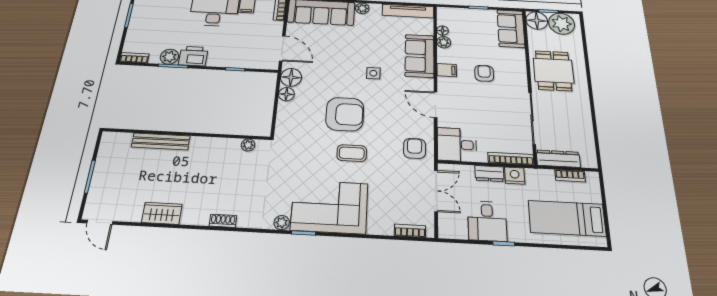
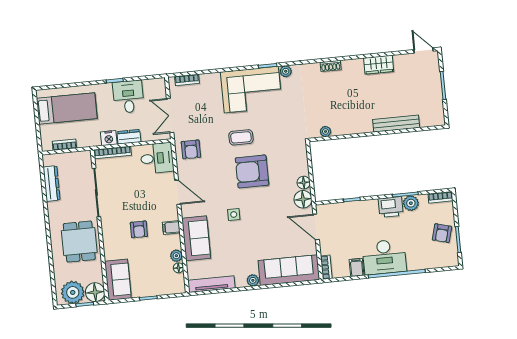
armchair: (144, 23) -> (442, 233), added
dresser: (558, 159) -> (52, 184), moved, turned -90

